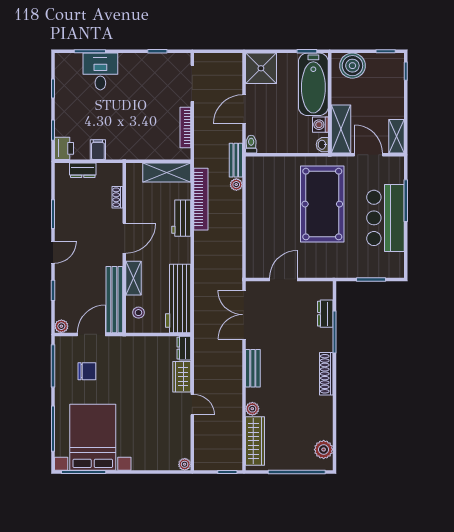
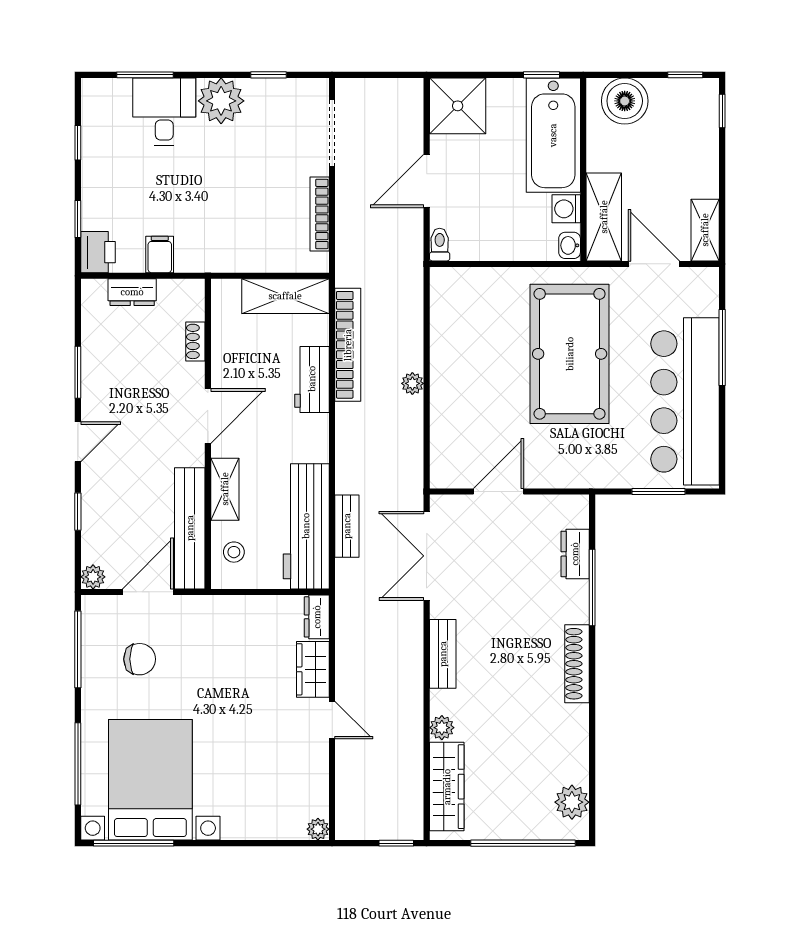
plant: (131, 66) -> (221, 101), added
bench: (236, 160) -> (347, 526), moved
plant: (236, 185) -> (412, 383), moved
bar counter: (385, 218) -> (685, 401), width x1.36

